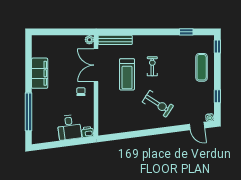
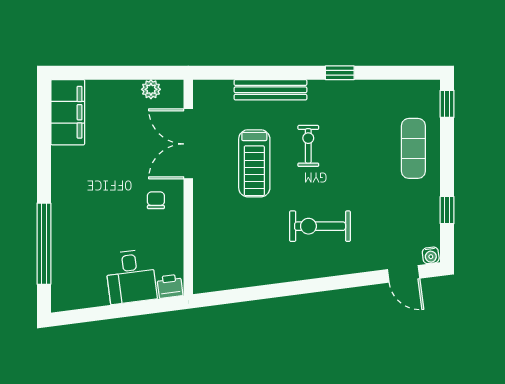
window: (186, 32) -> (340, 73), moved
plant: (89, 40) -> (151, 89), moved
bench: (115, 40) -> (270, 90), moved
filing cabinet: (40, 73) -> (68, 112), moved
exercise bike: (158, 104) -> (320, 226), turned 147

